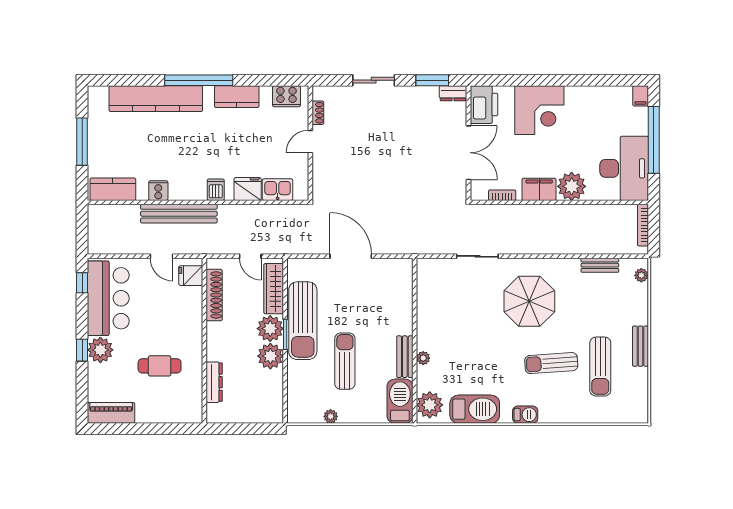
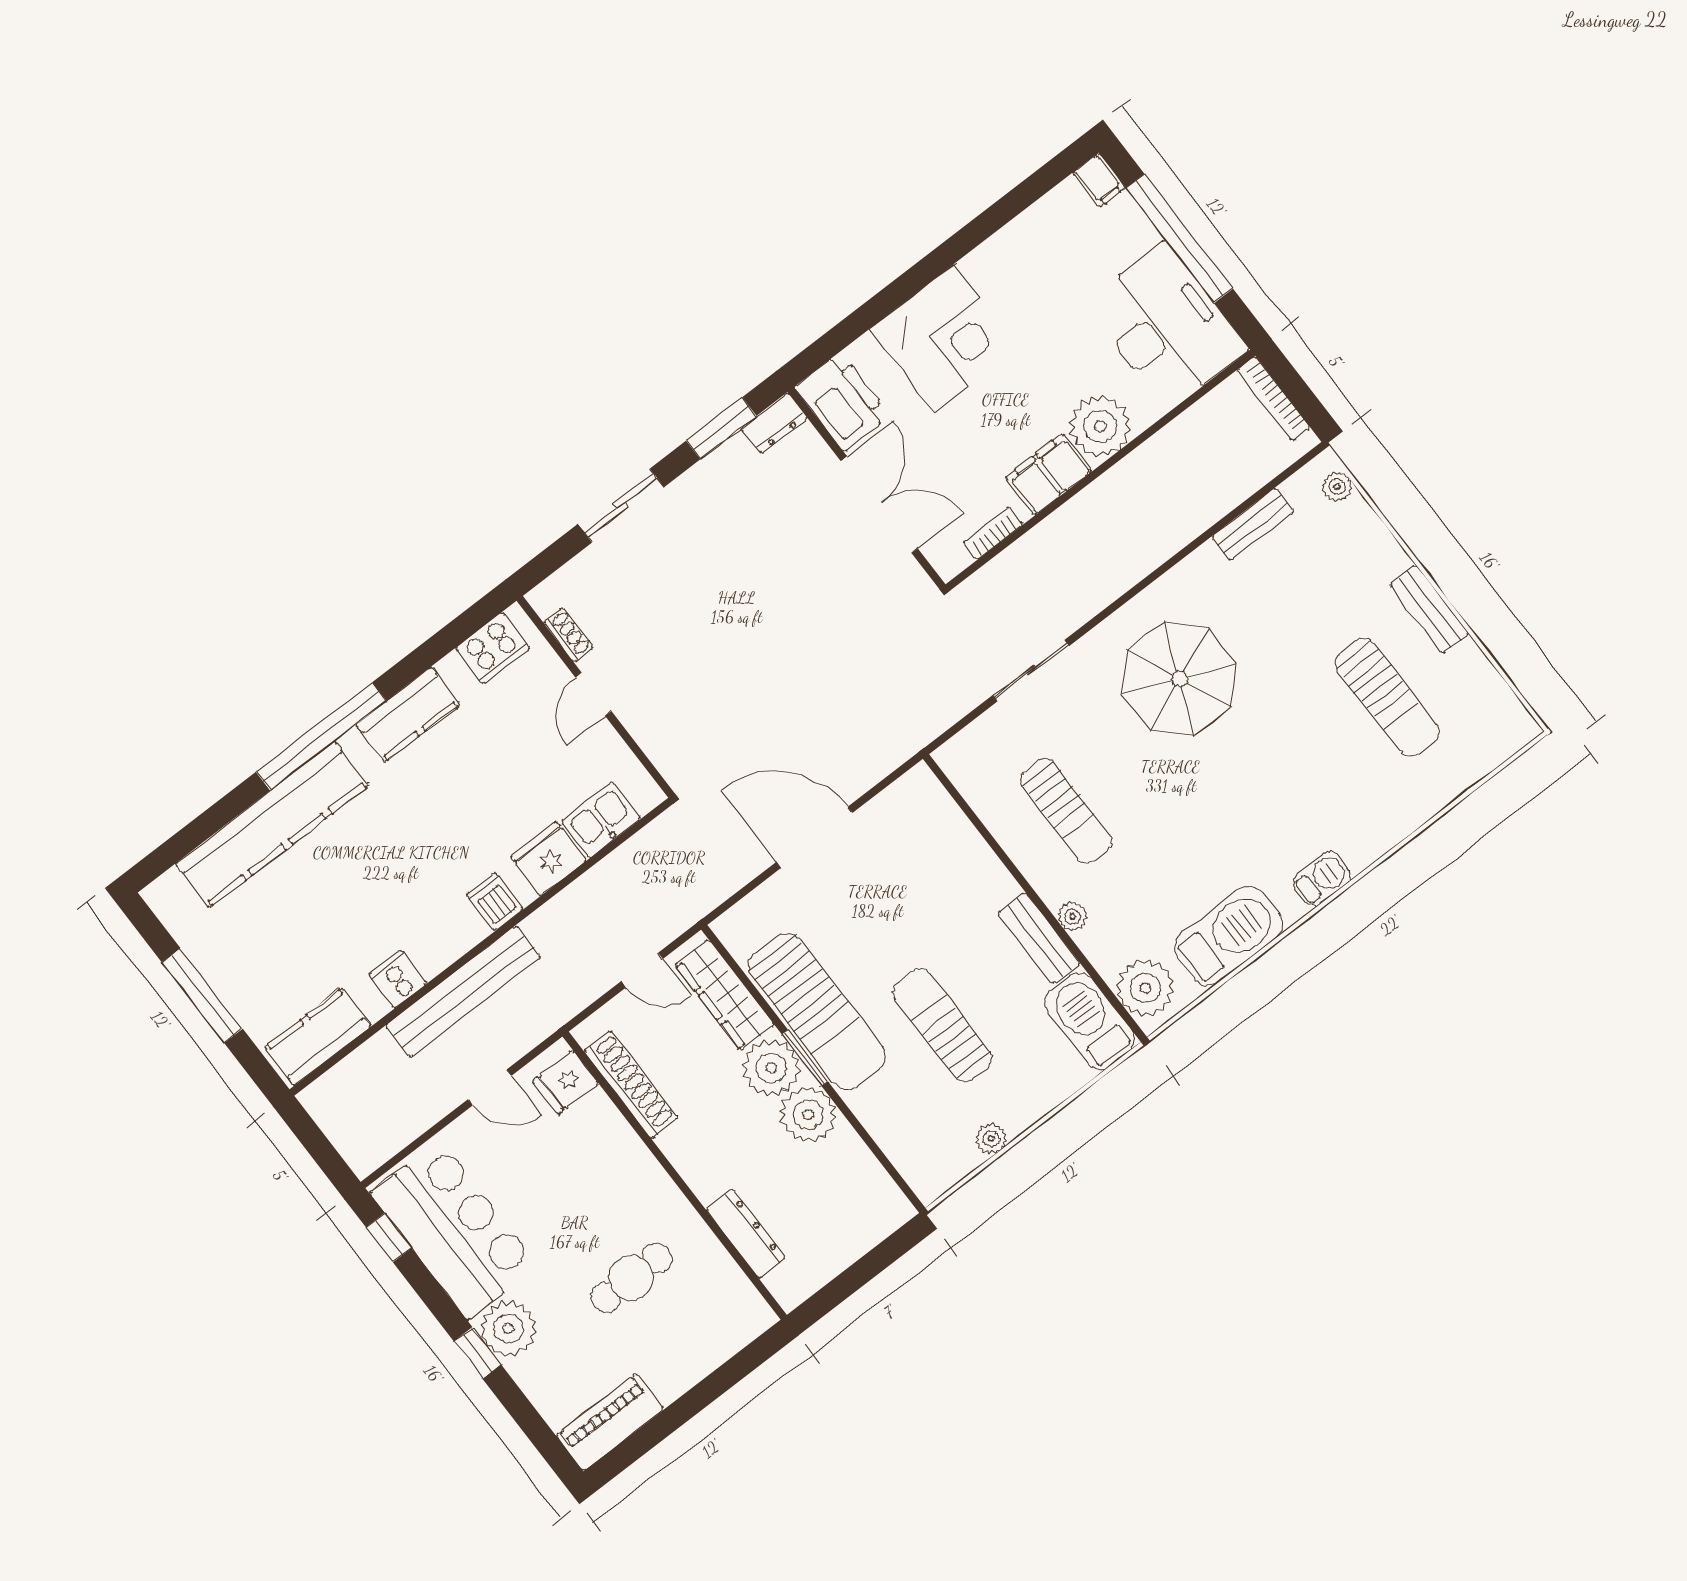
sun lounger: (551, 363) -> (1066, 811), moved, turned -86

